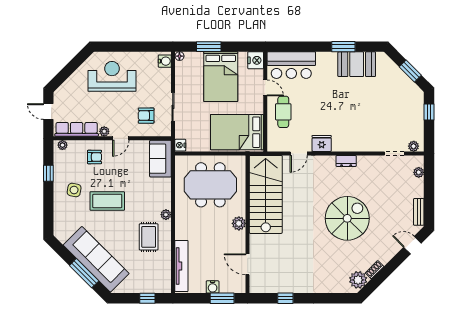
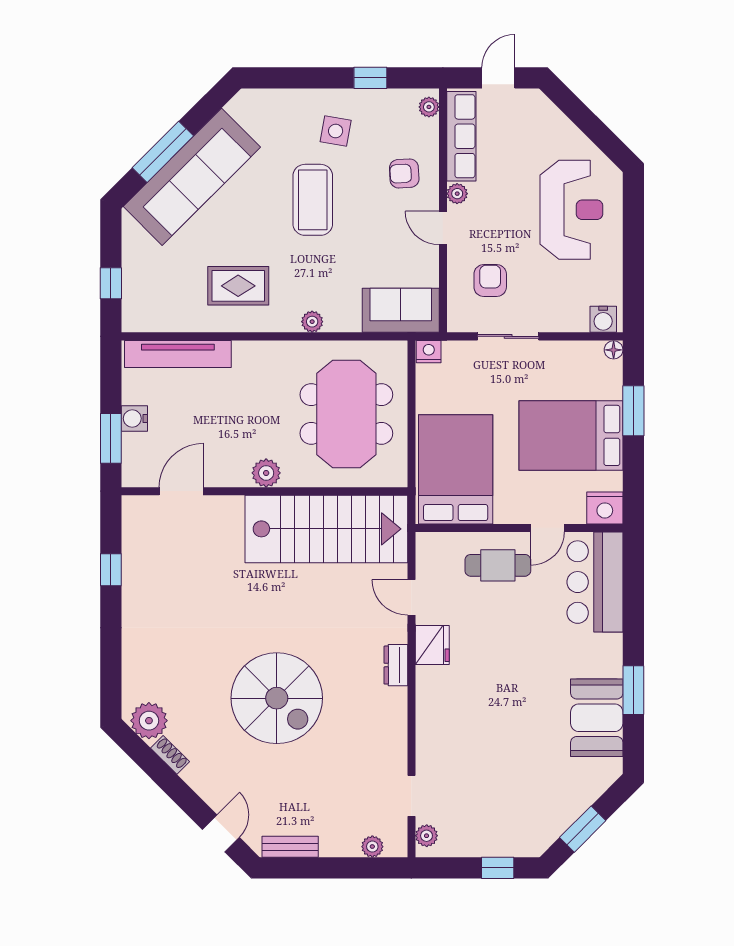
armchair: (95, 157) -> (404, 173), turned 87
dresser: (346, 161) -> (396, 665), moved
plant: (166, 215) -> (312, 322), moved

